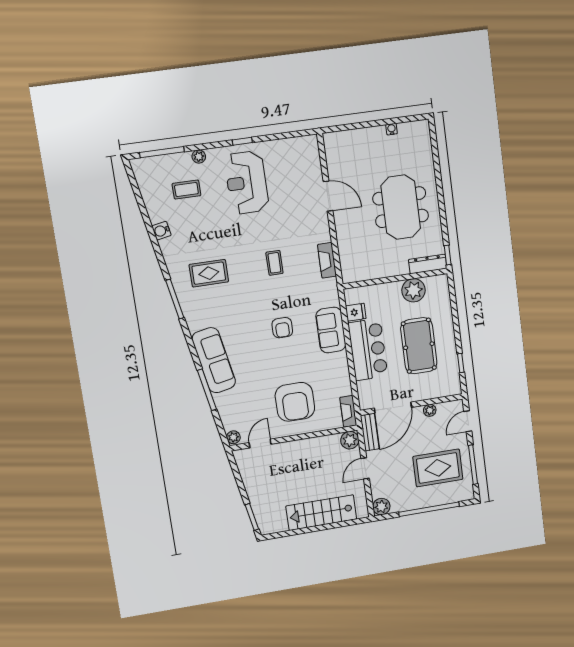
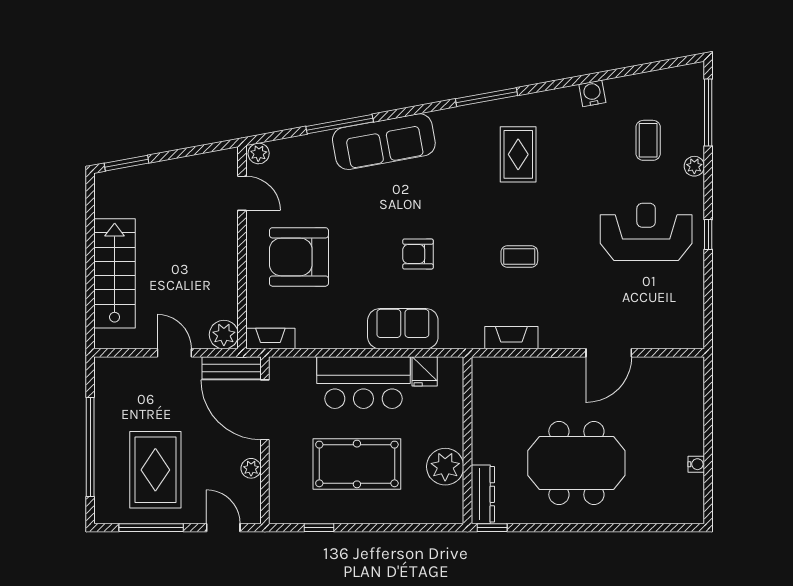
plant: (381, 507) -> (108, 370), removed

